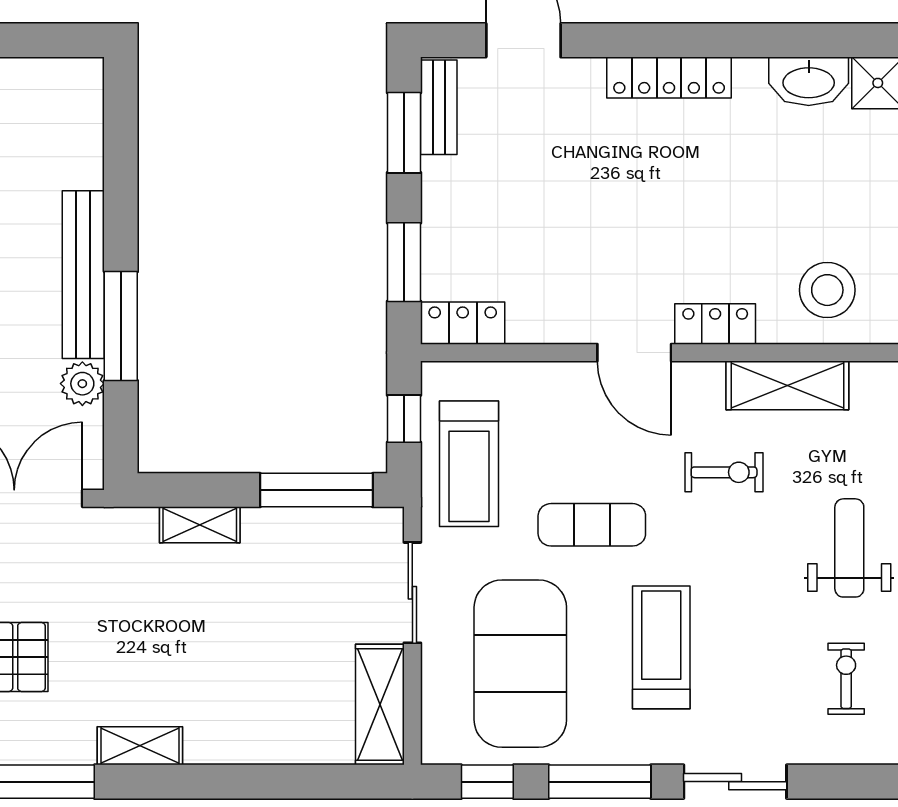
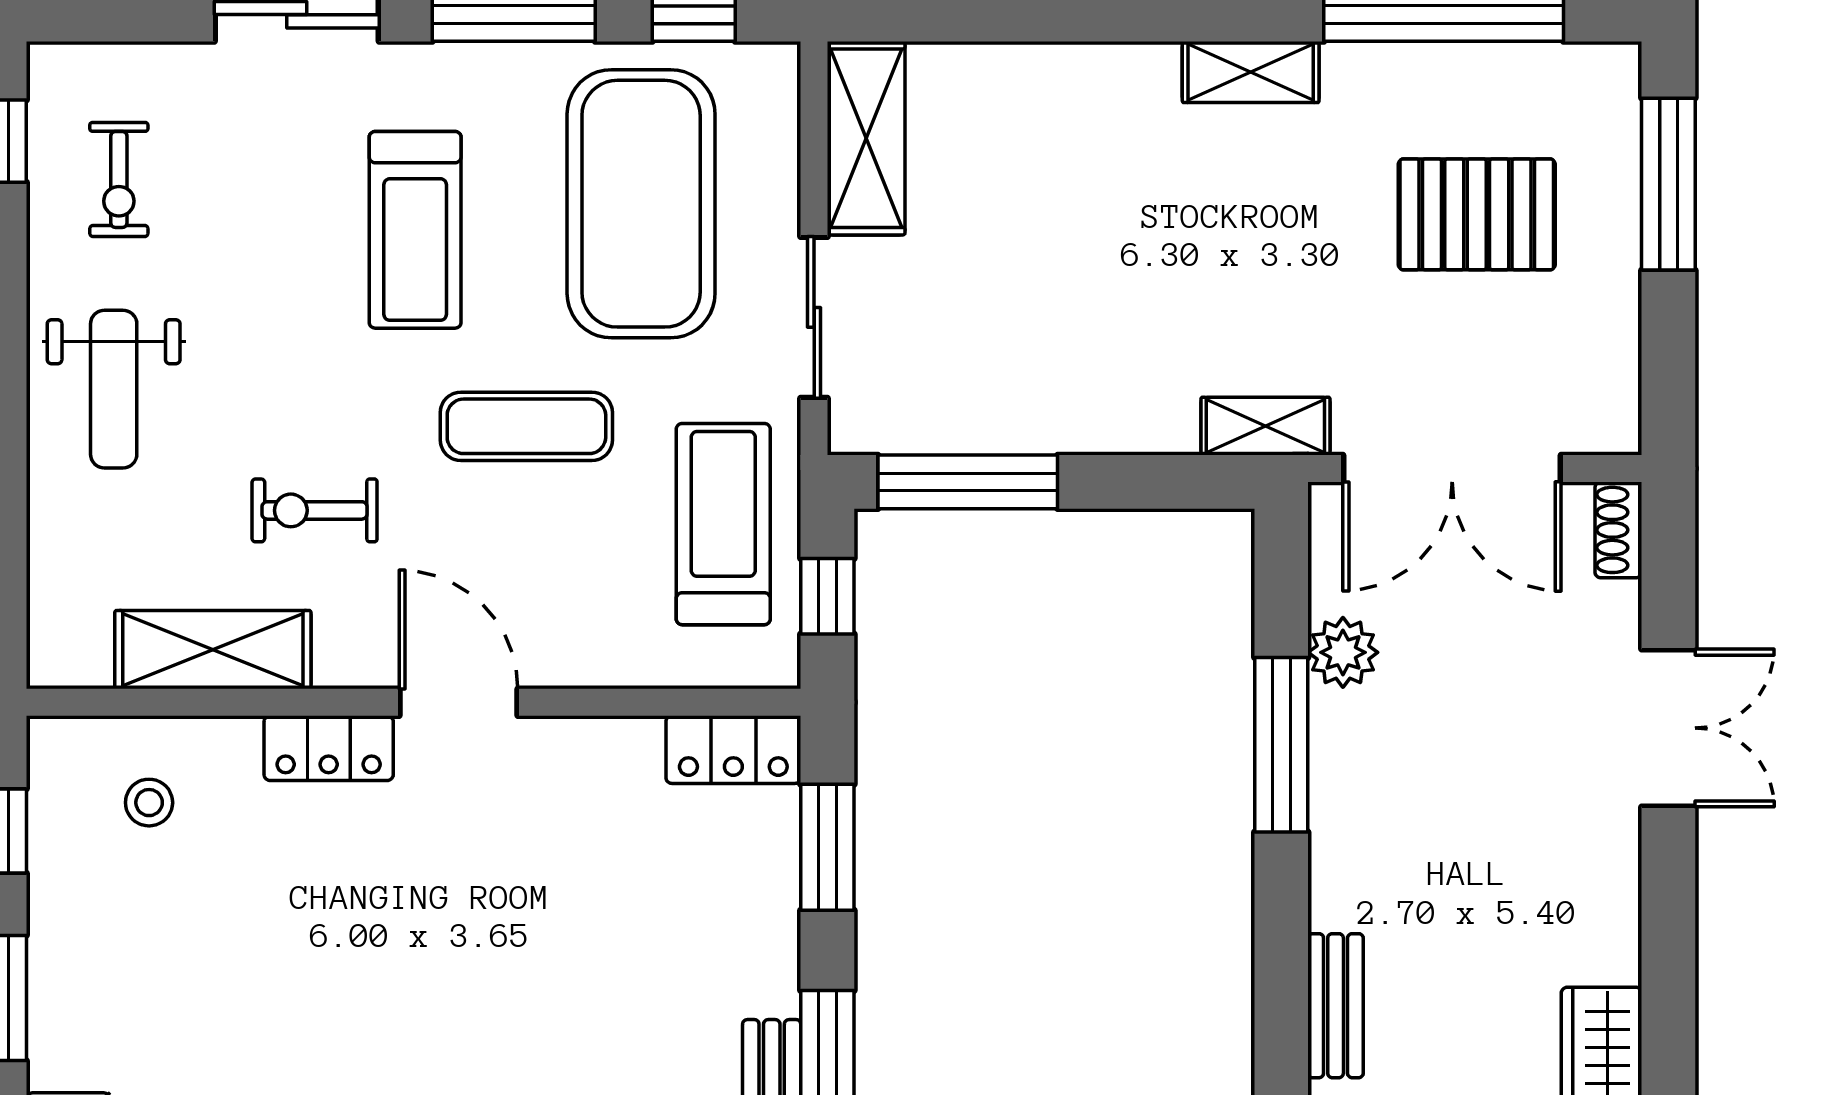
bench: (83, 275) -> (1336, 1006), moved, width x0.54, depth x0.82
stool: (827, 290) -> (149, 803), width x0.53, depth x0.53
shelving: (200, 525) -> (1265, 426), moved

